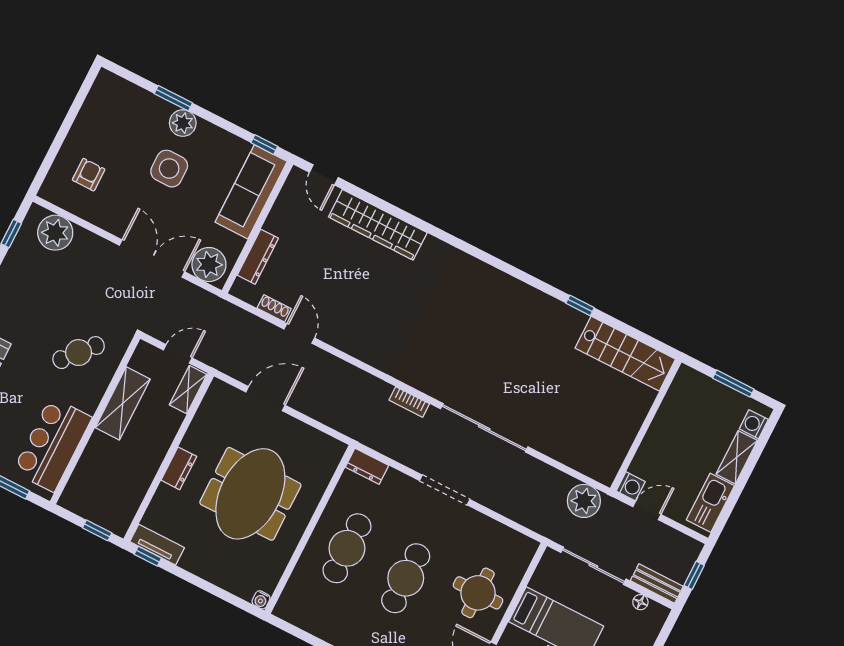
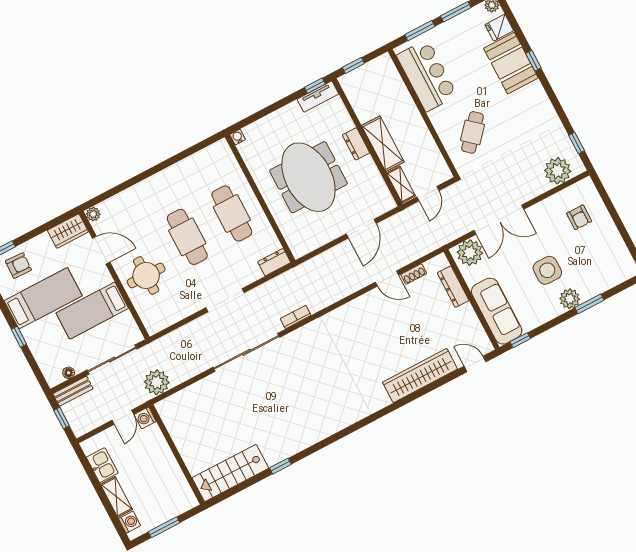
shelving: (123, 403) -> (383, 144), moved
kitchen sink: (710, 503) -> (102, 465), width x0.73

